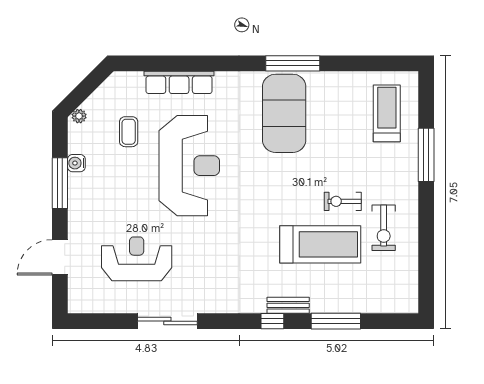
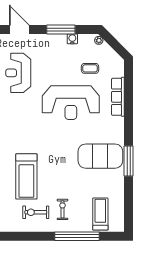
treadmill: (387, 113) -> (100, 214), turned -90
window: (426, 155) -> (77, 236), width x1.46
exercise bike: (343, 201) -> (62, 209), moved
reception desk: (137, 259) -> (18, 73), turned 180

